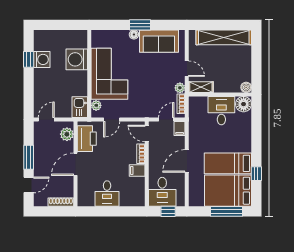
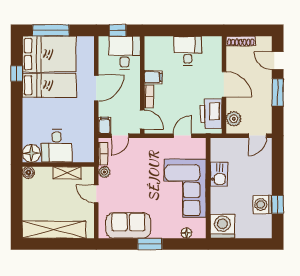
floor lamp: (134, 35) -> (186, 233), moved
washing machine: (77, 59) -> (222, 226), moved, turned -90
shelving: (201, 87) -> (67, 173), moved
plant: (96, 105) -> (200, 152), removed
kitchen sink: (80, 107) -> (219, 174), moved
door: (75, 164) -> (224, 84), hinge flipped
door: (29, 185) -> (278, 61), hinge flipped

